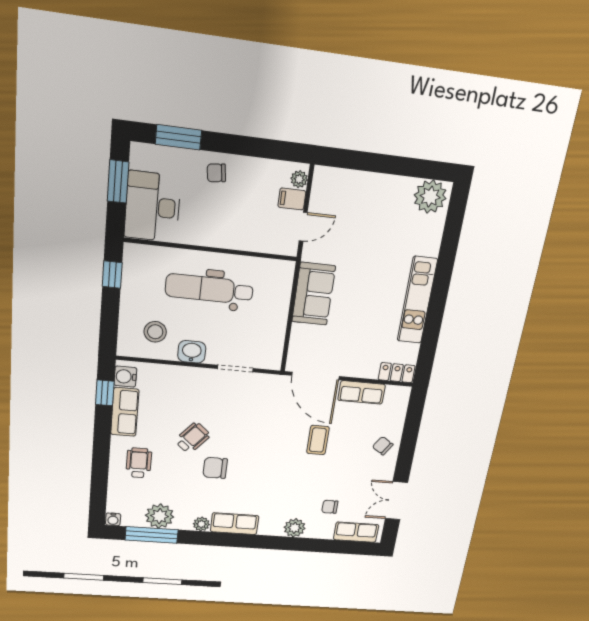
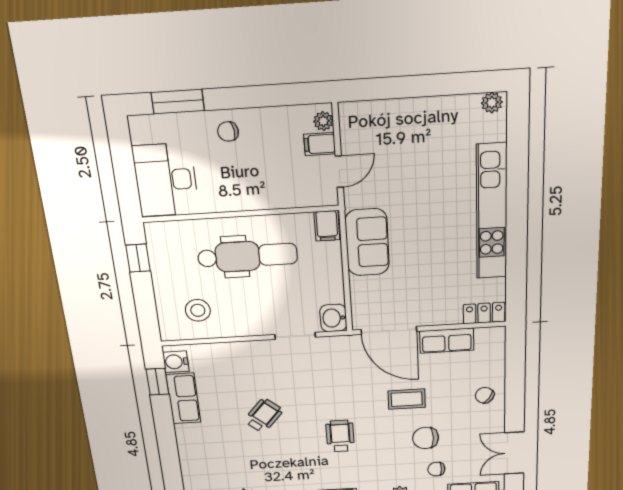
window: (118, 182) -> (123, 160), removed
plant: (430, 197) -> (492, 103), width x0.53, depth x0.53
filing cabinet: (283, 273) -> (327, 226), added
dental chair: (209, 289) -> (247, 256), turned 180
kitchen unit: (417, 300) -> (492, 212), width x1.36
washbasin: (192, 352) -> (333, 318), moved, turned -90
coffee table: (318, 440) -> (407, 399), turned 90
wheelchair: (139, 463) -> (340, 436), moved
chair: (215, 468) -> (426, 438), moved

